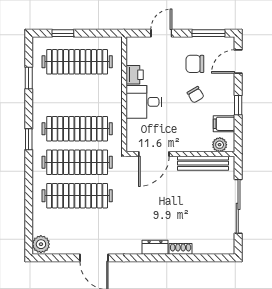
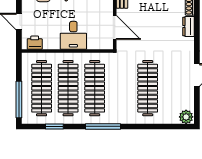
window: (63, 33) -> (19, 99), width x2.17
printer: (135, 75) -> (35, 43), moved
window: (29, 139) -> (103, 126), width x2.17
clothes rail: (77, 162) -> (68, 88), moved

